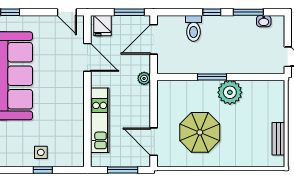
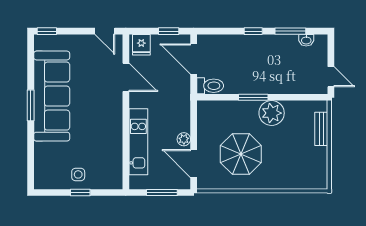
window: (129, 12) -> (169, 31), width x0.67
toilet: (194, 28) -> (210, 86), moved, turned -90
door: (154, 39) -> (194, 59), hinge flipped
plant: (144, 78) -> (184, 139), moved
bench: (278, 139) -> (321, 129), moved

